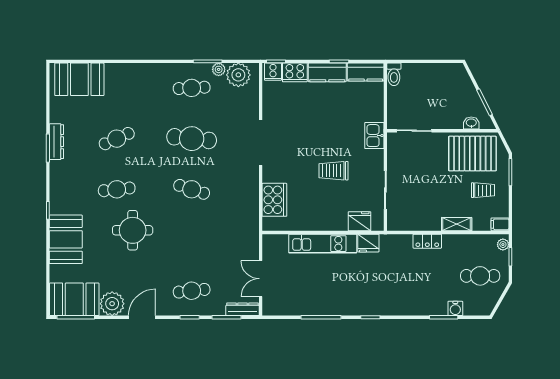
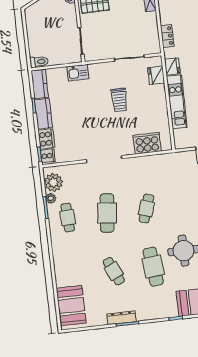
kitchen sink: (374, 136) -> (78, 73), moved
cafe table: (117, 189) -> (153, 267), width x1.37, depth x1.35
locker: (427, 241) -> (167, 36), moved

